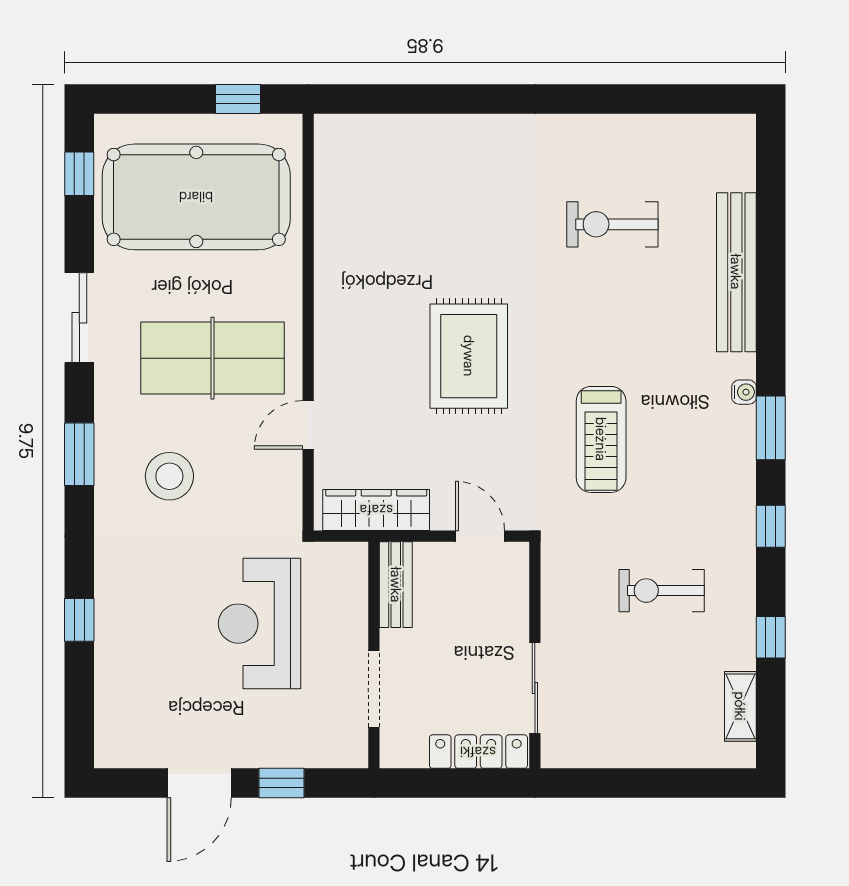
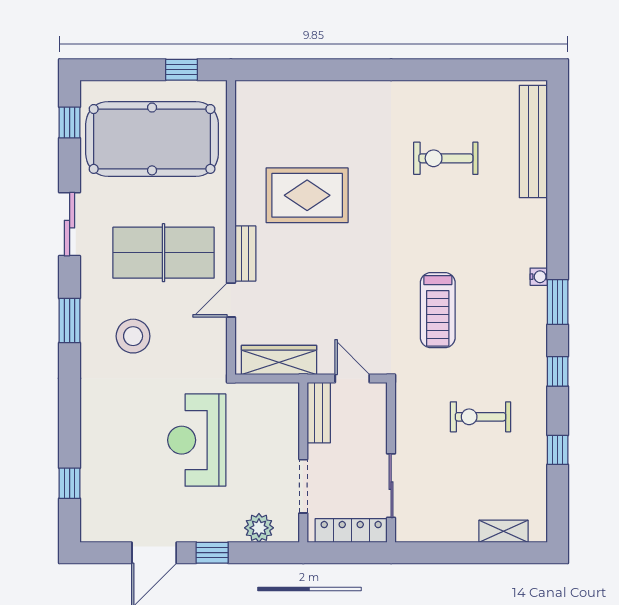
bench: (736, 272) -> (533, 141), moved
rug: (469, 356) -> (307, 195), moved, turned 90
bench: (328, 359) -> (245, 254), added
bench: (396, 585) -> (319, 413), moved
window: (79, 620) -> (70, 483), moved
wall: (374, 655) -> (303, 462), moved
doorway: (374, 689) -> (303, 486), moved
shelving: (740, 706) -> (503, 531), moved, turned 90
plant: (348, 748) -> (259, 528), added

